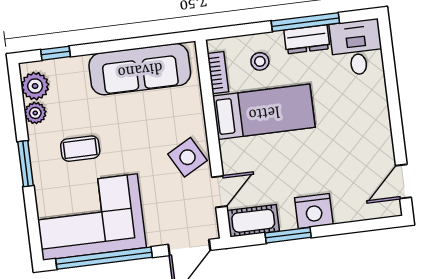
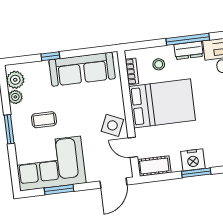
window: (56, 53) -> (50, 56), moved
bed: (264, 112) -> (162, 103), width x1.50
side table: (188, 157) -> (112, 125), turned -37
door: (219, 192) -> (133, 147), swing flipped
window: (288, 235) -> (196, 173), moved
window: (104, 258) -> (59, 190), width x0.47

